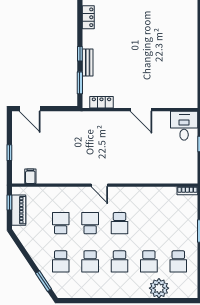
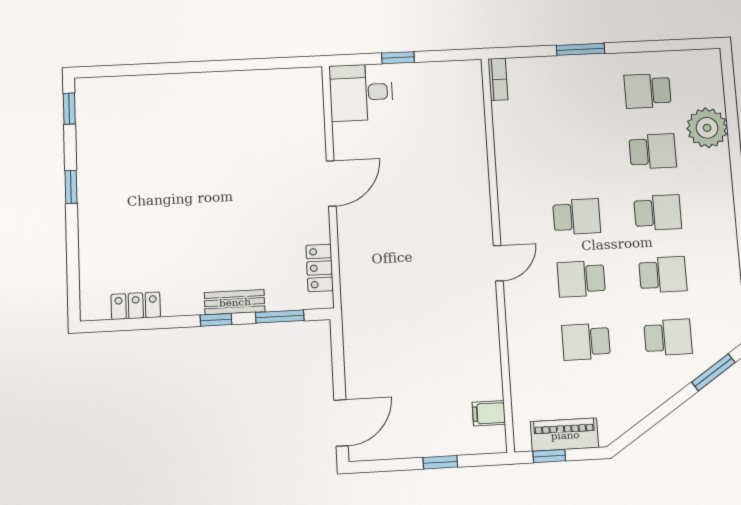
school desk: (178, 261) -> (648, 91), turned 180

